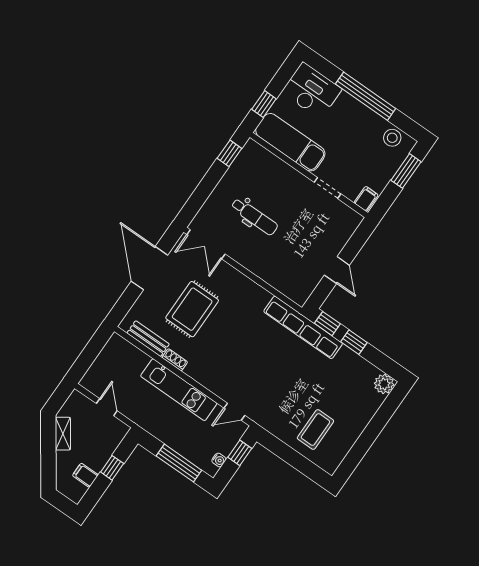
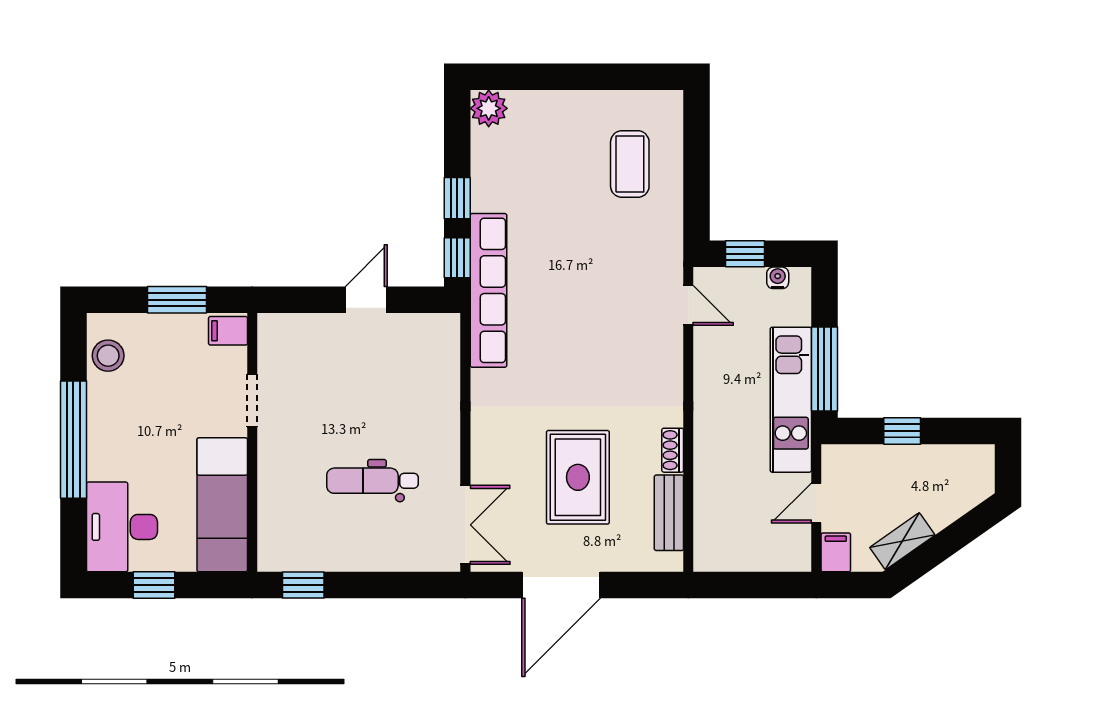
window: (264, 104) -> (154, 585), moved
window: (406, 171) -> (177, 300), moved
dental chair: (254, 217) -> (372, 481), turned -90
rug: (192, 309) -> (578, 477), turned 90
kitchen unit: (179, 390) -> (791, 400), moved, turned 180
coffee table: (315, 430) -> (630, 164), turned 90
window: (179, 463) -> (824, 369), moved
filing cabinet: (85, 475) -> (836, 552), moved, turned 180

